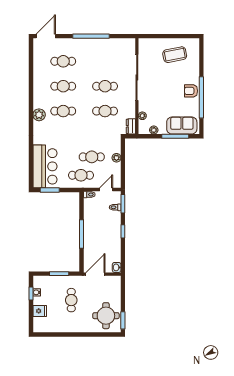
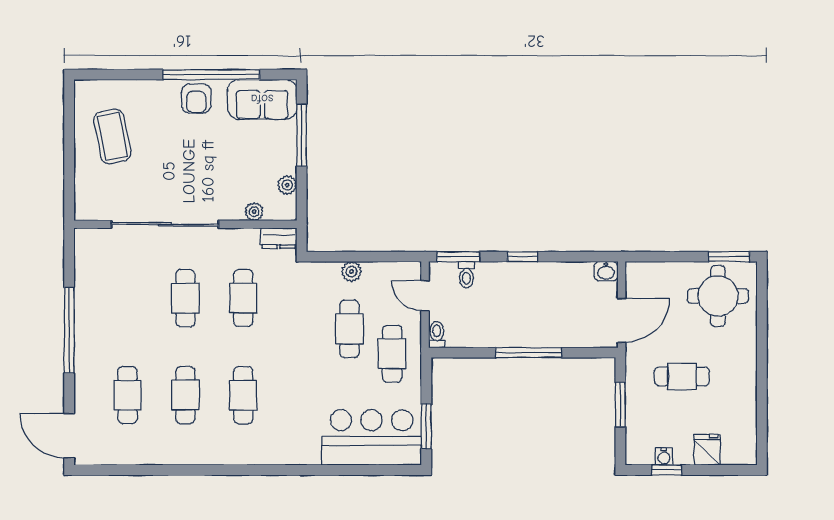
plant: (39, 115) -> (252, 451), removed
sofa: (182, 126) -> (262, 99), moved, turned -90
door: (95, 274) -> (622, 320), swing flipped

